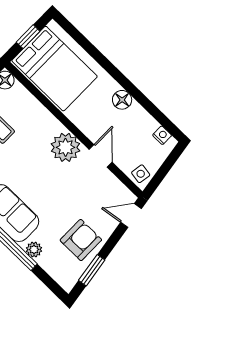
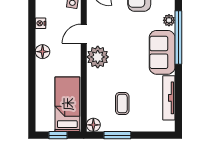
bed: (55, 69) -> (67, 104), width x0.67
nightstand: (162, 135) -> (40, 23), moved

